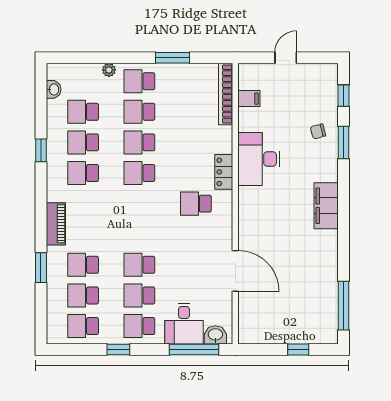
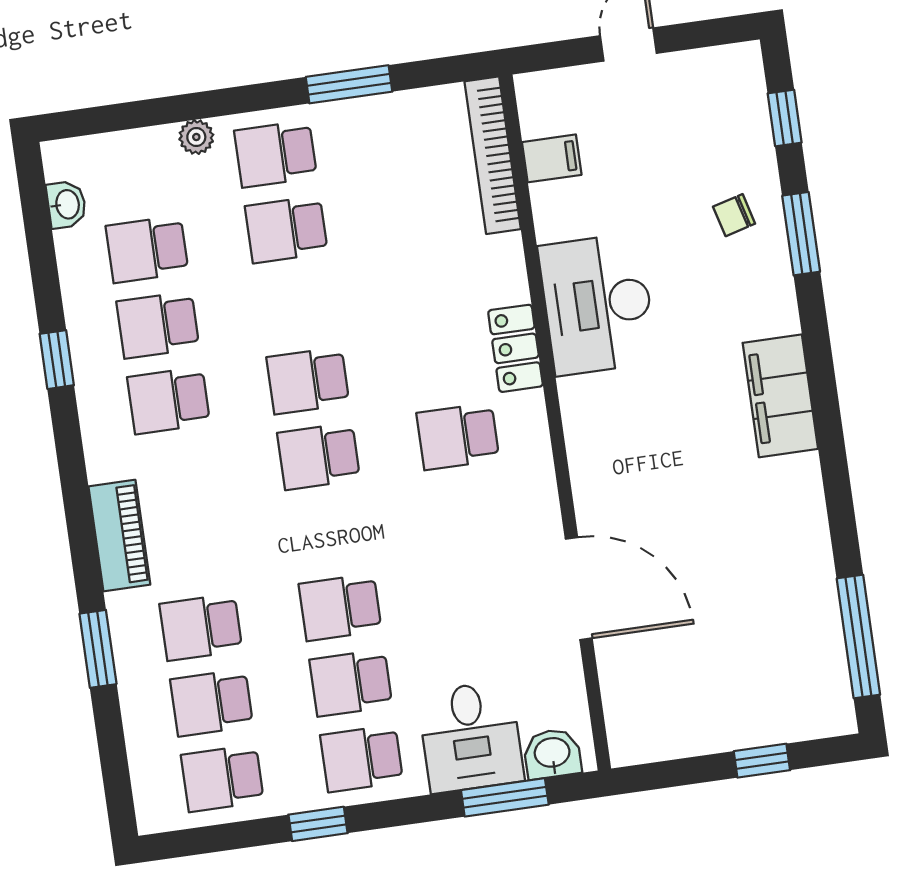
school desk: (139, 142) -> (319, 456), moved
window: (194, 350) -> (505, 797), width x0.69

